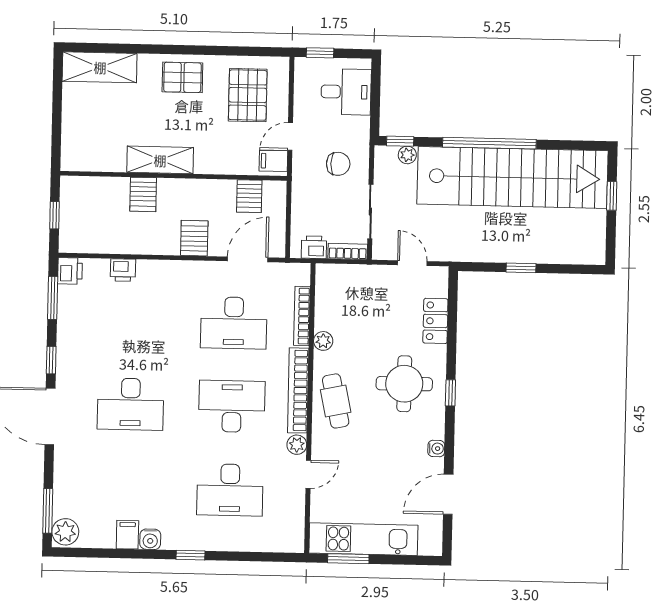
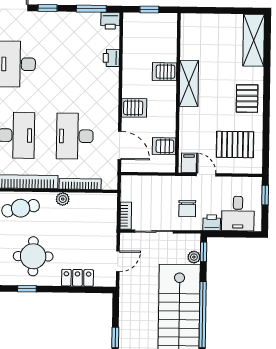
printer: (314, 247) -> (212, 223), moved, turned -90

